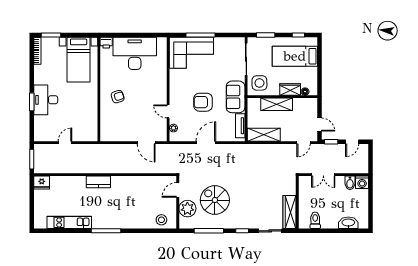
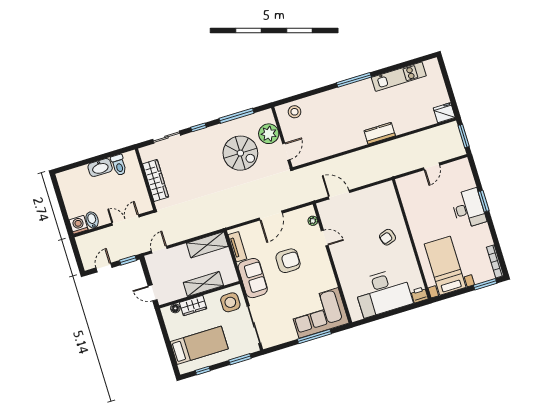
door: (319, 124) -> (153, 293), moved
wardrobe: (290, 212) -> (156, 180), moved
washbasin: (348, 223) -> (100, 167), moved

